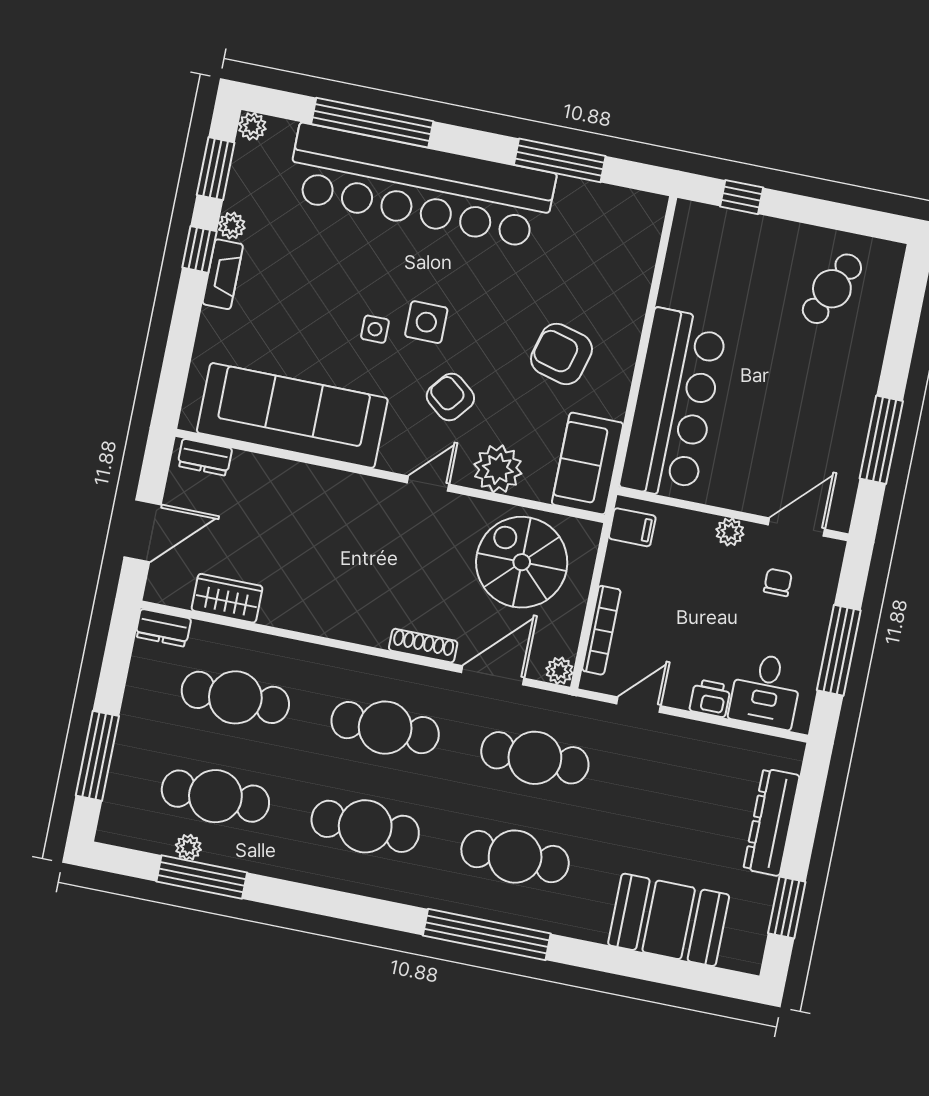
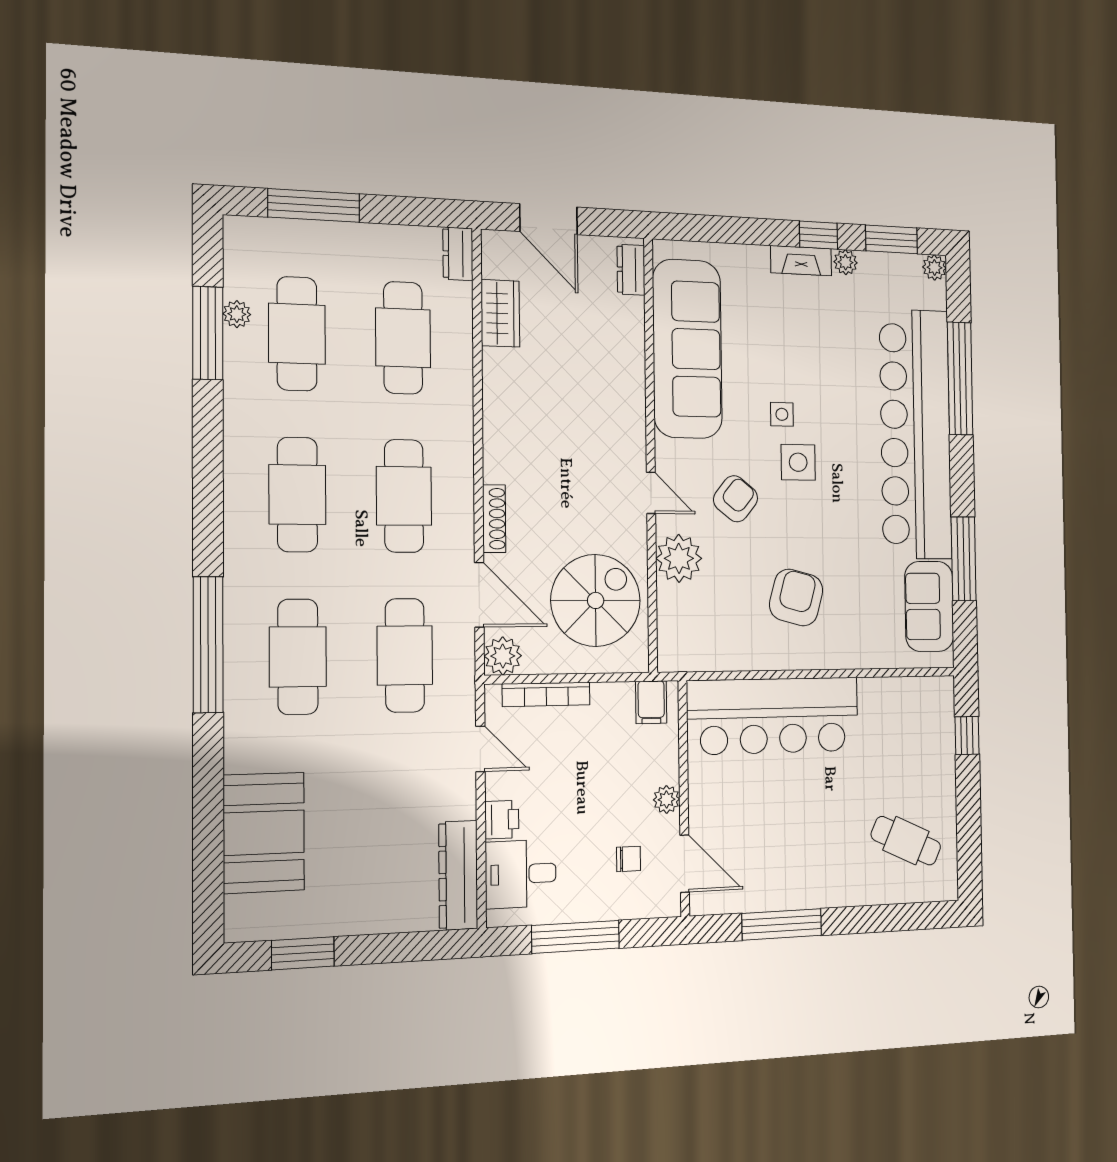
sofa: (587, 464) -> (929, 606), moved, turned -90
plant: (560, 671) -> (503, 656), width x1.38, depth x1.38
dresser: (771, 822) -> (458, 875), moved, turned -90

